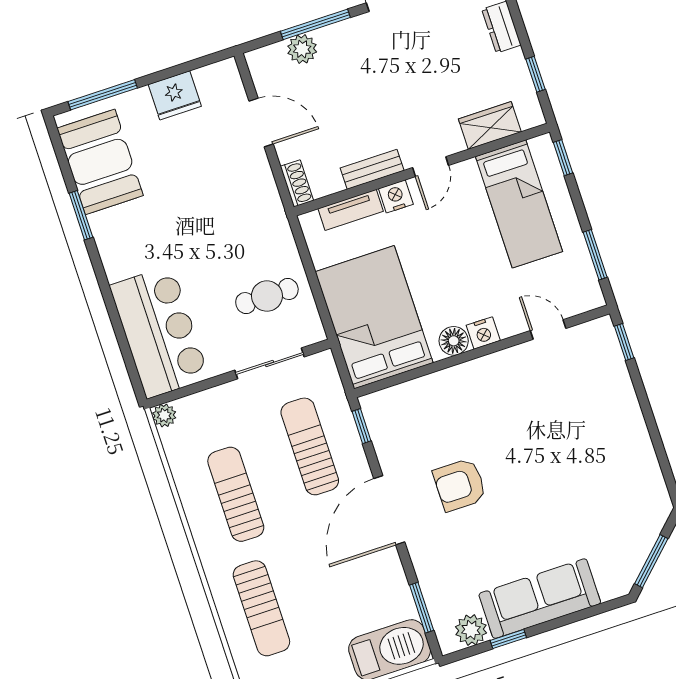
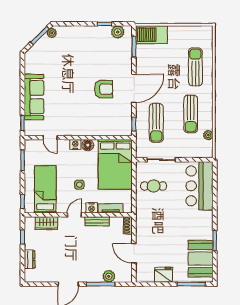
side table: (443, 241) -> (79, 185), added
plant: (164, 415) -> (208, 135), moved
plant: (625, 576) -> (52, 33), added
sofa: (540, 599) -> (34, 97), moved, turned -90

